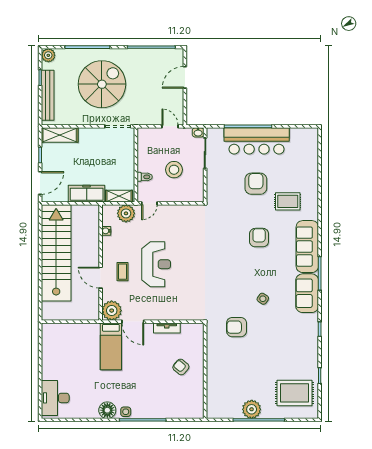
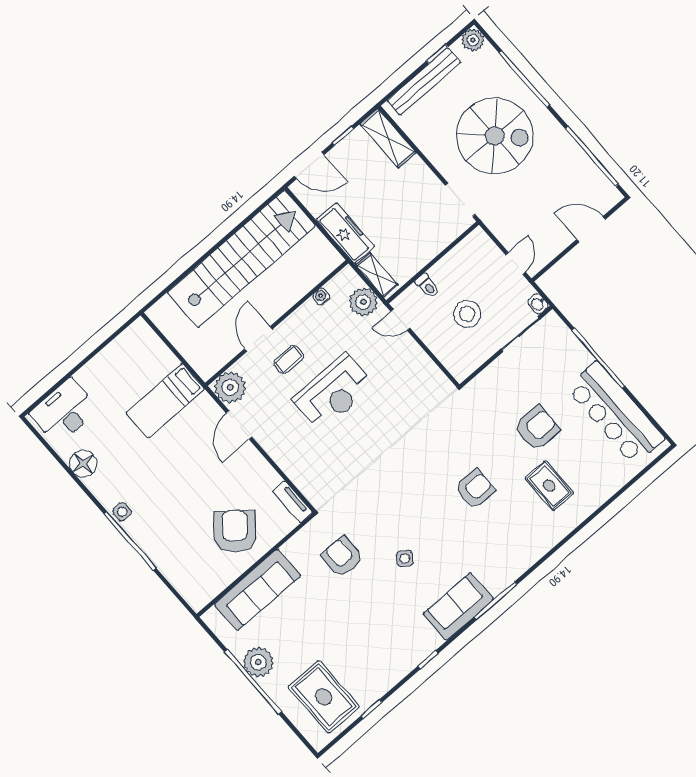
bar counter: (257, 141) -> (615, 413), moved
sofa: (307, 247) -> (257, 590), moved, turned 180
tv unit: (167, 328) -> (293, 502), moved
bed: (111, 346) -> (165, 401), moved
armchair: (181, 367) -> (235, 531), width x1.88, depth x1.88
floor lamp: (107, 410) -> (83, 463), moved

